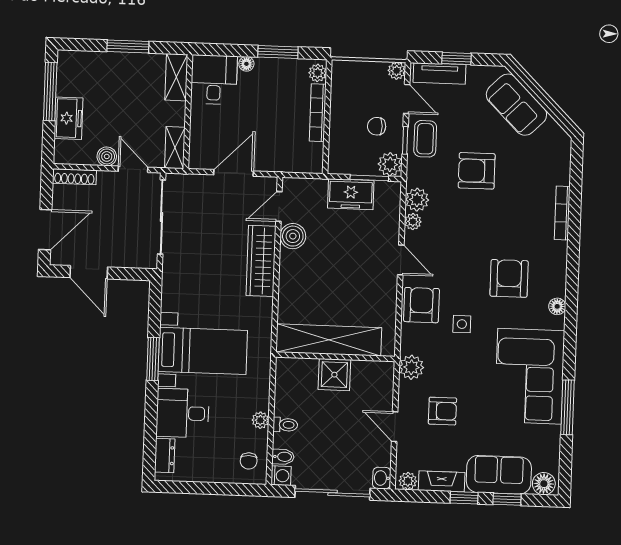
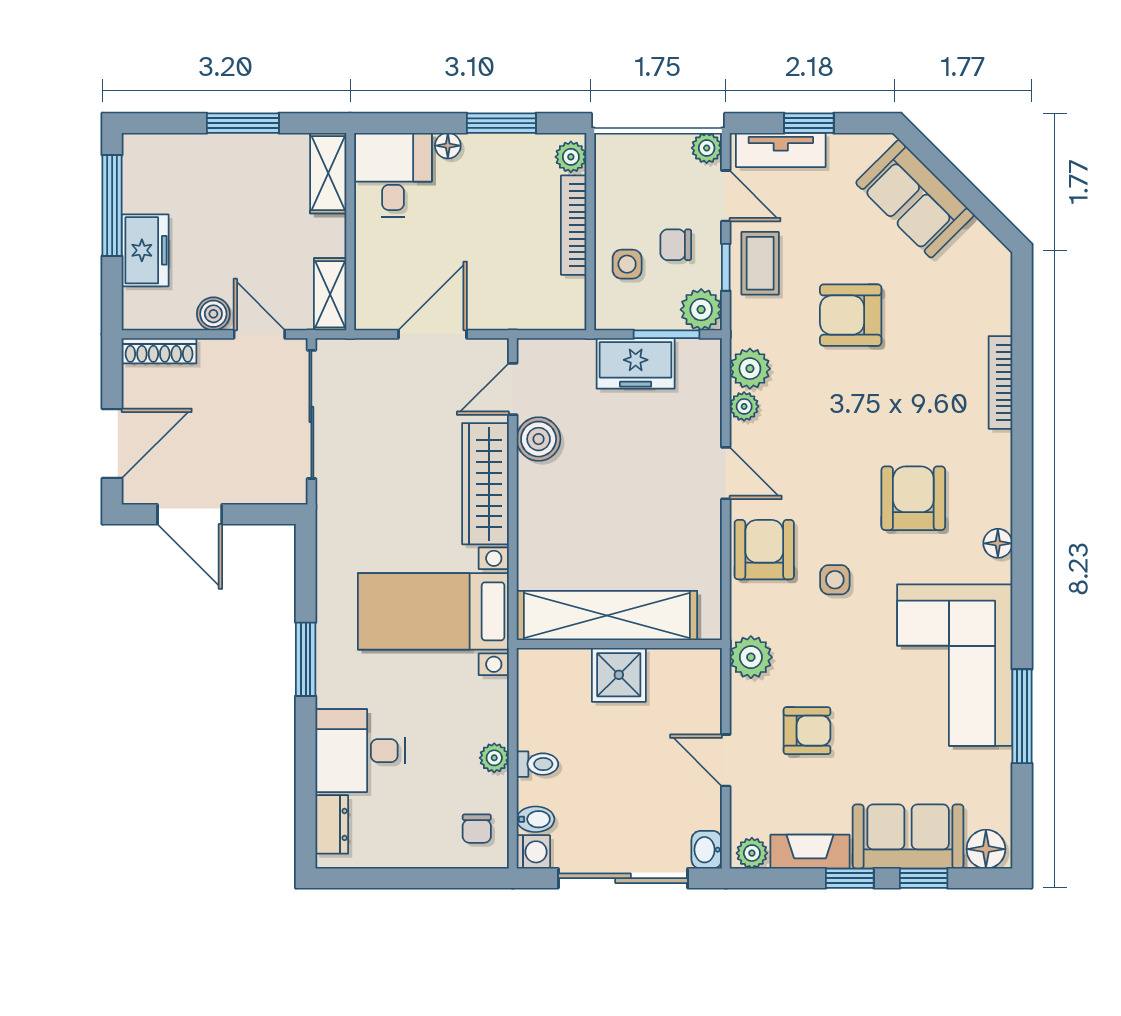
side table: (348, 136) -> (627, 264), added
bed with nightstands: (203, 351) -> (433, 611), moved, turned 180

